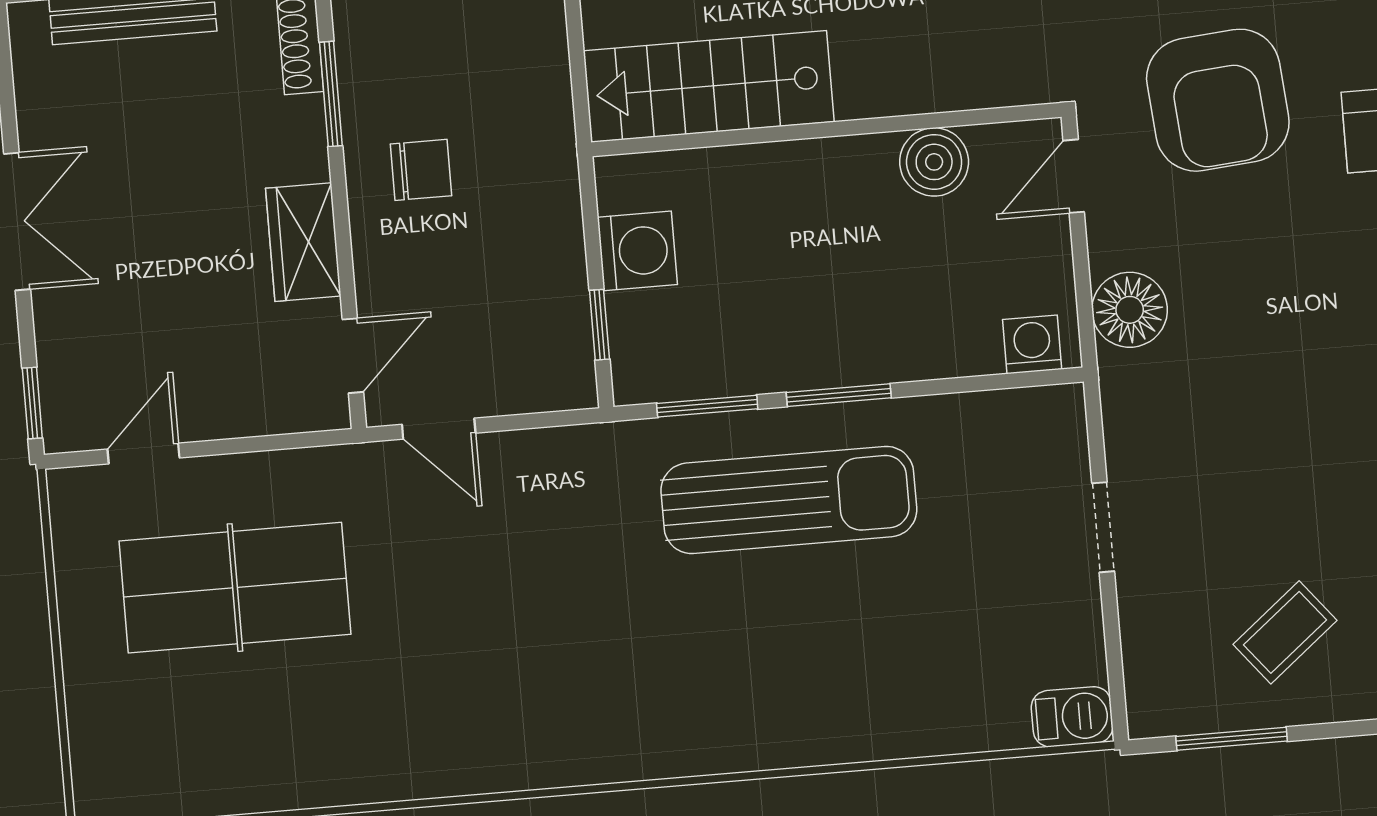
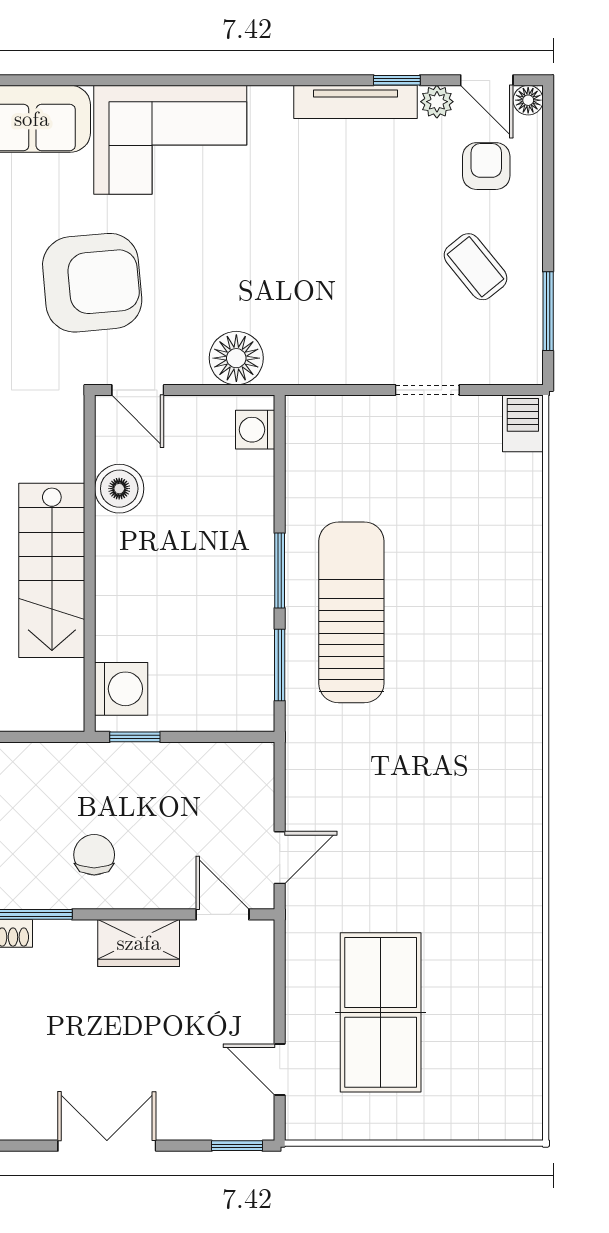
stairs: (709, 86) -> (52, 570), moved
washing machine: (637, 251) -> (121, 689), moved, turned 90
window: (599, 325) -> (135, 737), moved
doorway: (1103, 527) -> (427, 390), moved

